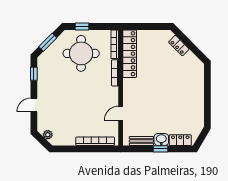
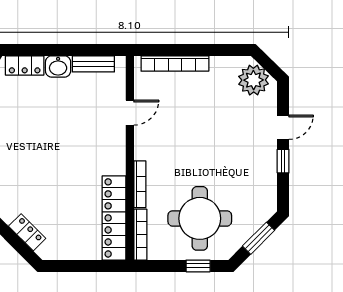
window: (34, 74) -> (283, 161), moved
plant: (48, 135) -> (254, 80), width x1.87, depth x1.87
window: (161, 149) -> (59, 50), removed

